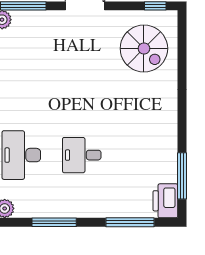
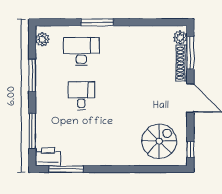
shoe rack: (37, 18) -> (182, 63), added
spiral stairs: (144, 48) -> (159, 141), turned 180

